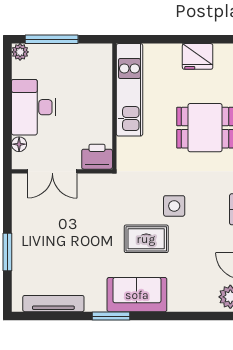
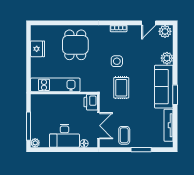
coffee table: (34, 220) -> (124, 135), added
rug: (146, 239) -> (121, 88), moved
sofa: (137, 295) -> (164, 87), width x1.36
plant: (180, 300) -> (167, 58), added

